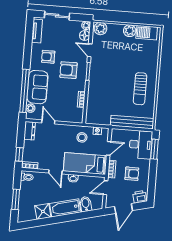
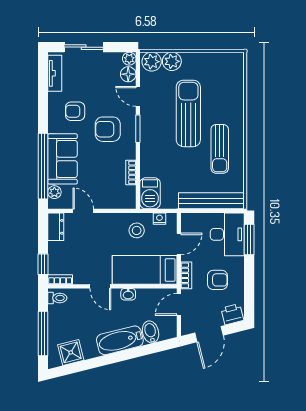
plant: (130, 31) -> (172, 61), moved
barbecue: (147, 33) -> (150, 193), moved, turned -90
sun lounger: (122, 64) -> (188, 113), added
window: (16, 199) -> (43, 333), width x1.44
shower: (43, 211) -> (71, 352), moved

